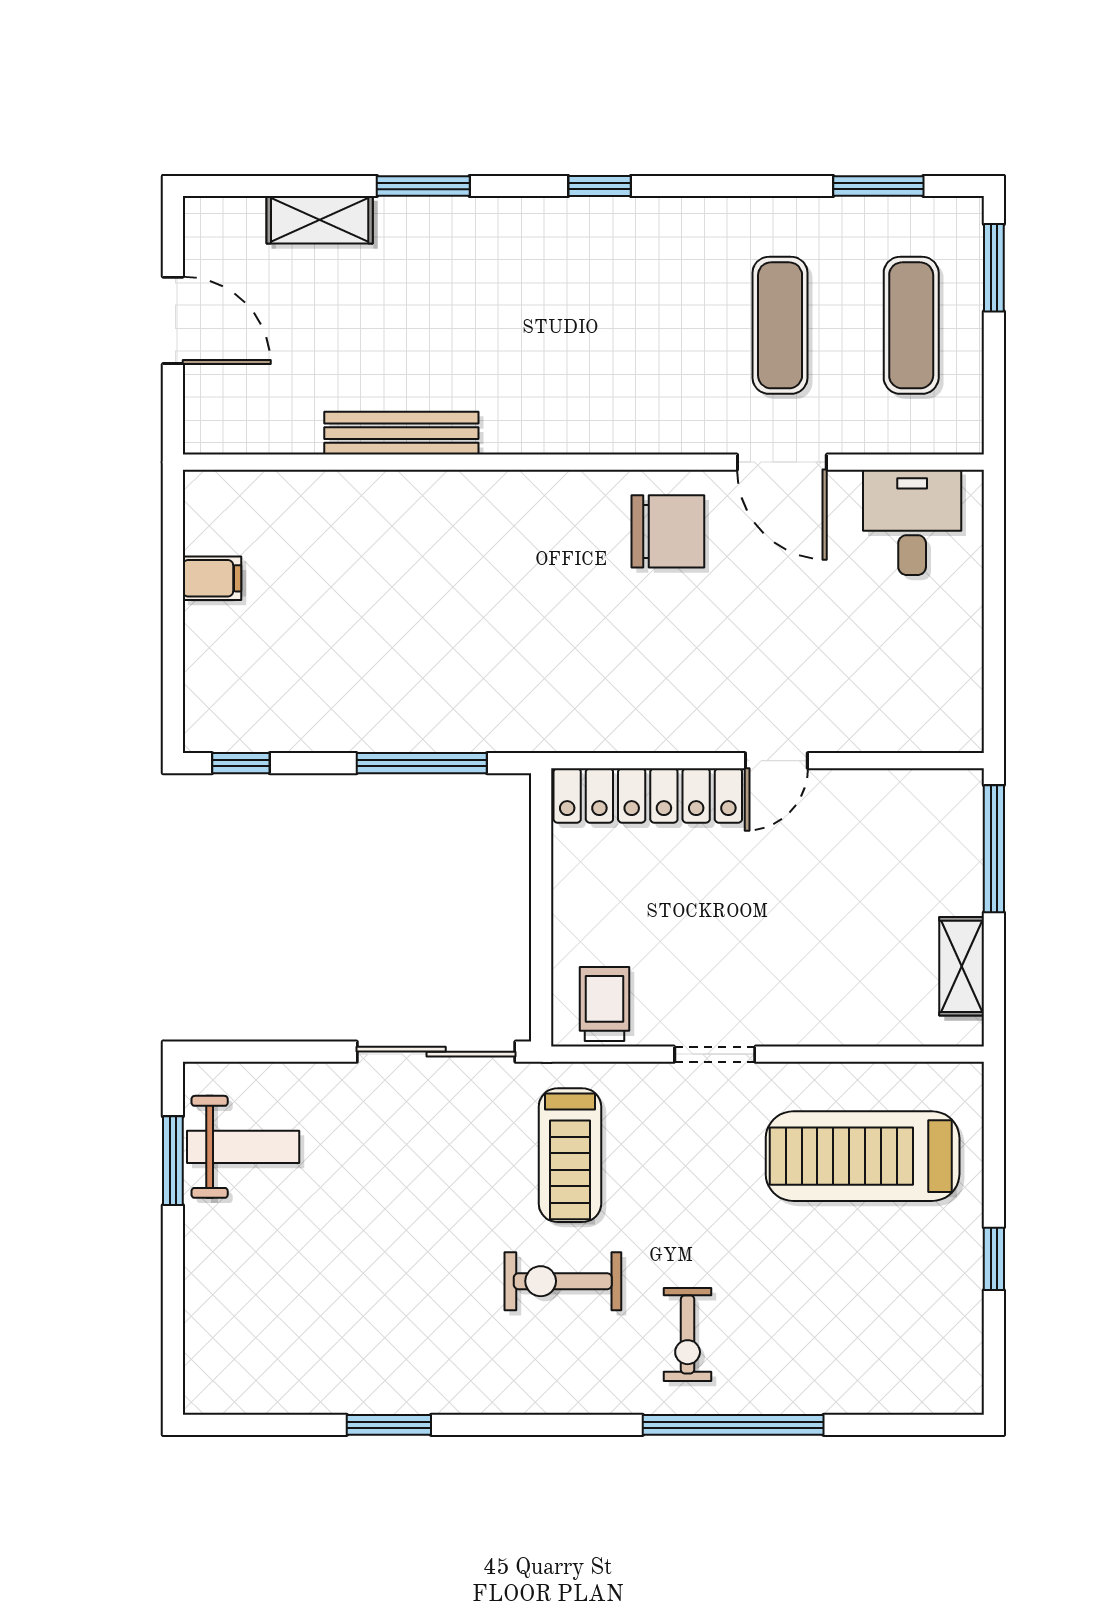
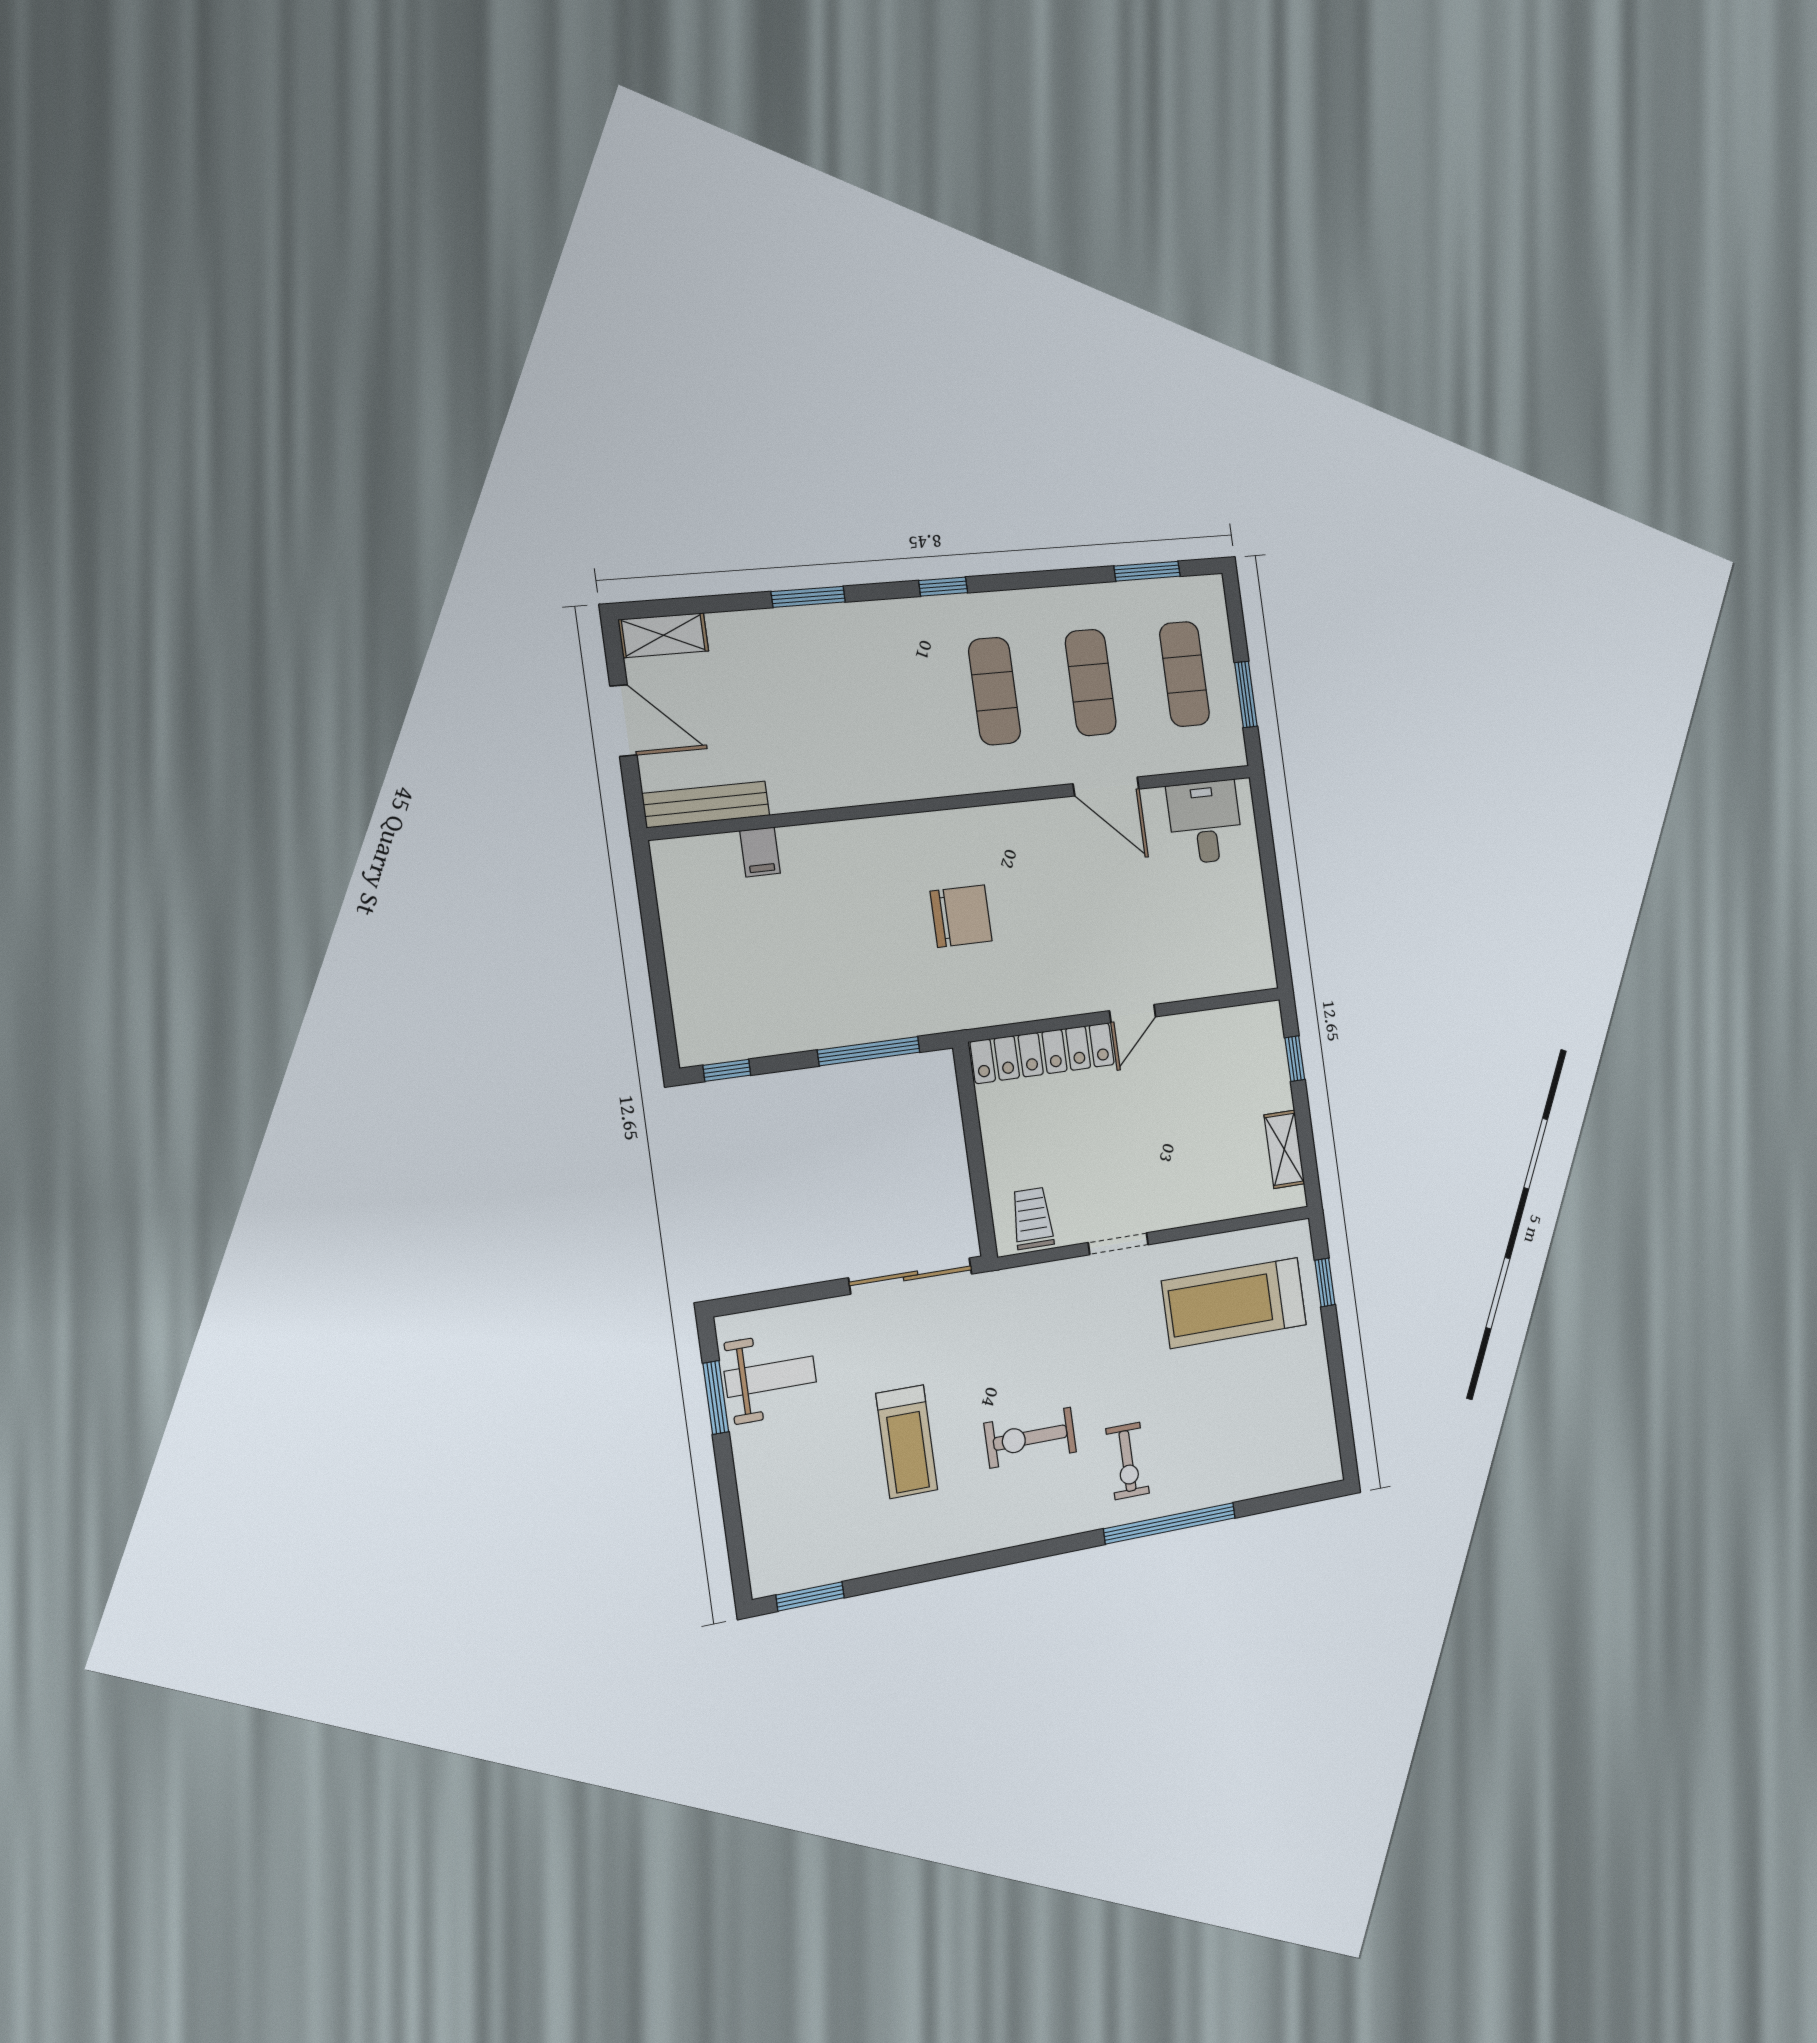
shelving: (320, 220) -> (663, 635), moved
window: (994, 268) -> (1246, 694), moved
exercise mat: (649, 325) -> (995, 691), added
bench: (401, 433) -> (706, 804), moved
chair: (668, 531) -> (961, 916), moved
filing cabinet: (212, 578) -> (760, 852), moved, turned 90
window: (994, 849) -> (1295, 1059), width x0.46
treadmill: (570, 1155) -> (907, 1442), moved
window: (994, 1259) -> (1325, 1282), moved
window: (389, 1425) -> (810, 1596), moved

